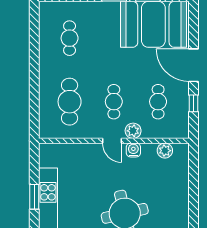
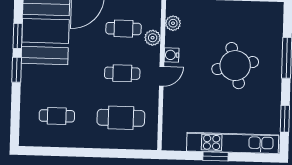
plant: (133, 131) -> (153, 38), moved

